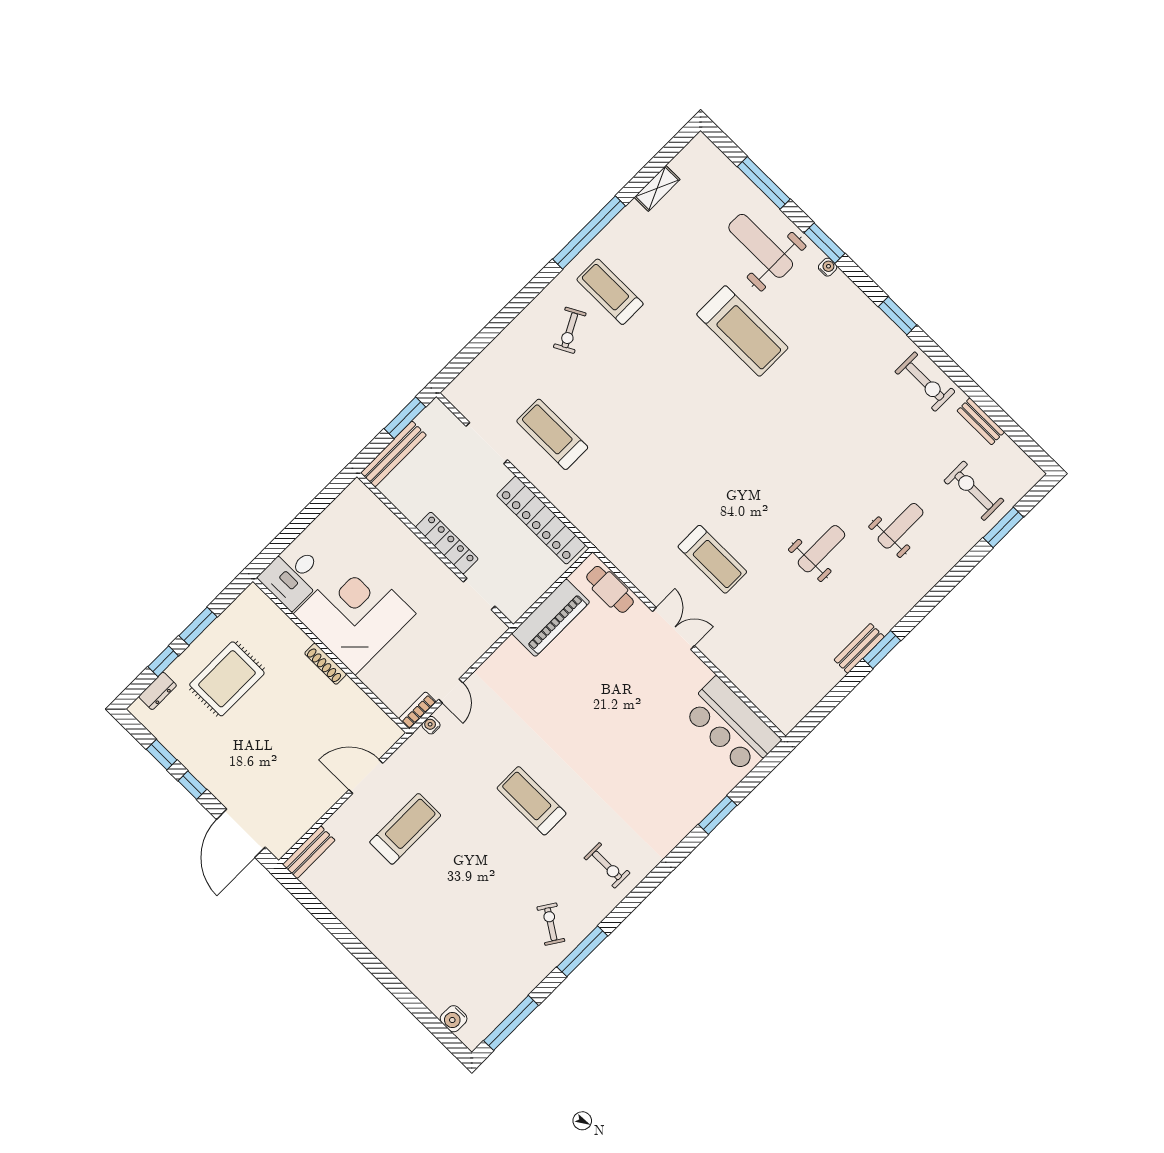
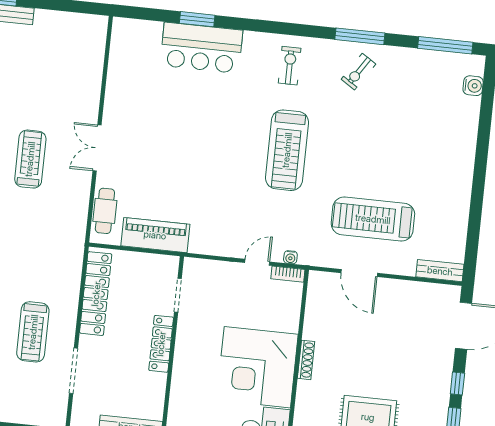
bar counter: (731, 725) -> (201, 48), moved, turned 90
treadmill: (532, 801) -> (287, 150), width x1.37, depth x1.38
treadmill: (405, 829) -> (373, 219), width x1.37, depth x1.38

